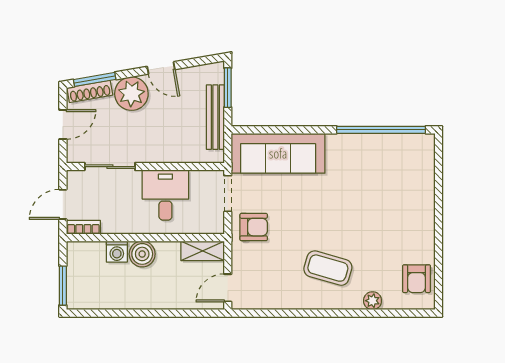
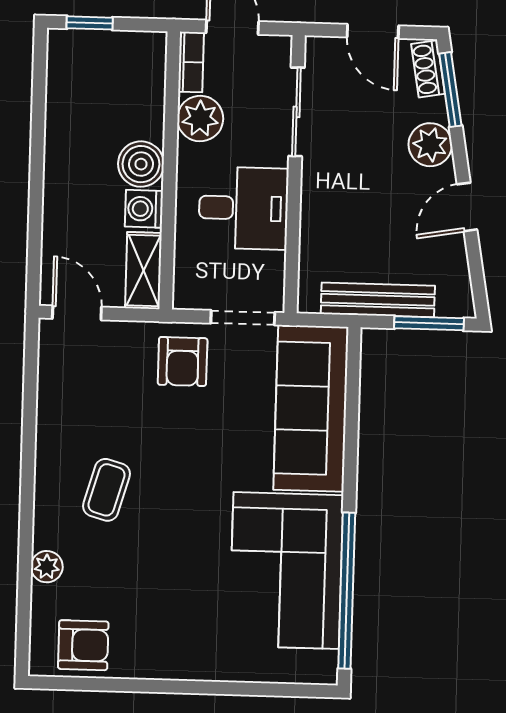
shoe rack: (90, 91) -> (428, 69), width x0.70
plant: (131, 94) -> (430, 145), width x0.73, depth x0.73
corner sofa: (371, 165) -> (286, 570), added
plant: (115, 221) -> (200, 119), added
washing machine: (117, 252) -> (144, 209), moved
coffee table: (328, 268) -> (107, 490), width x0.73, depth x0.77
armchair: (417, 279) -> (83, 645), turned 180
window: (63, 286) -> (90, 23), width x0.67

